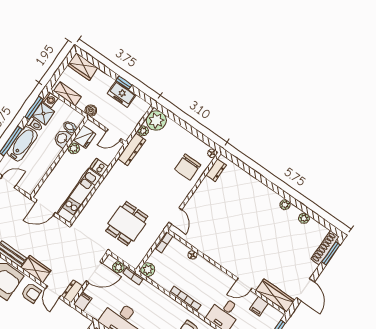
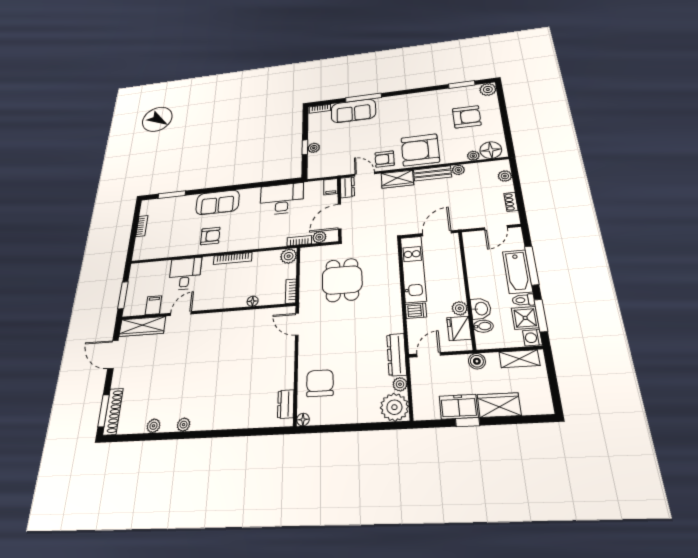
wardrobe: (83, 66) -> (499, 405), moved

